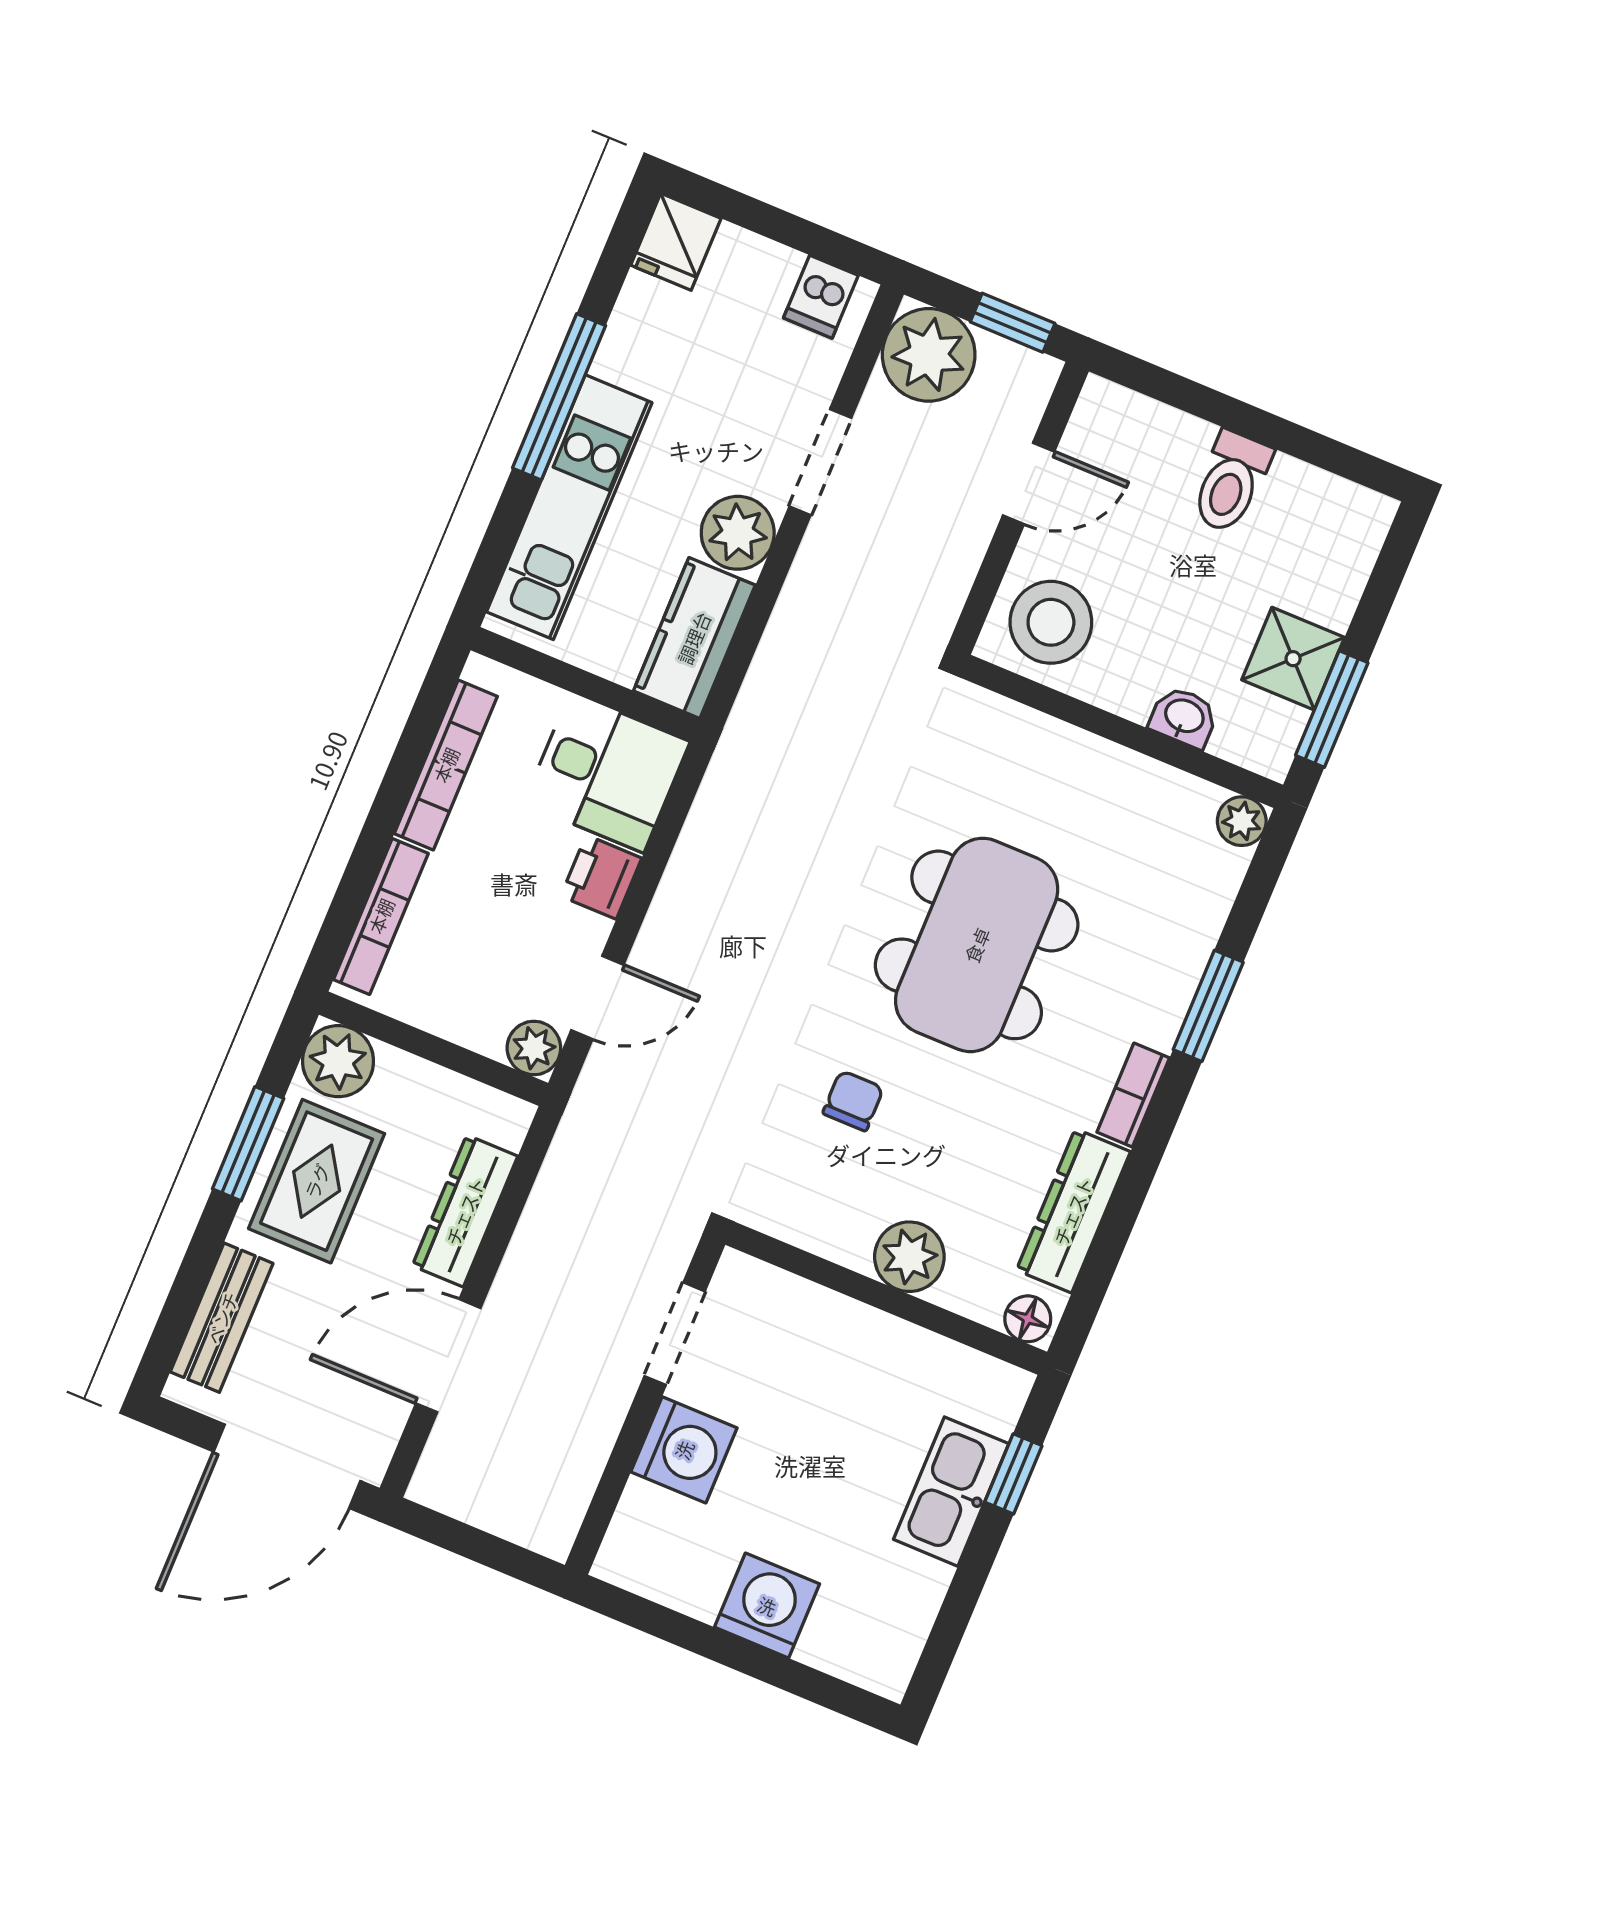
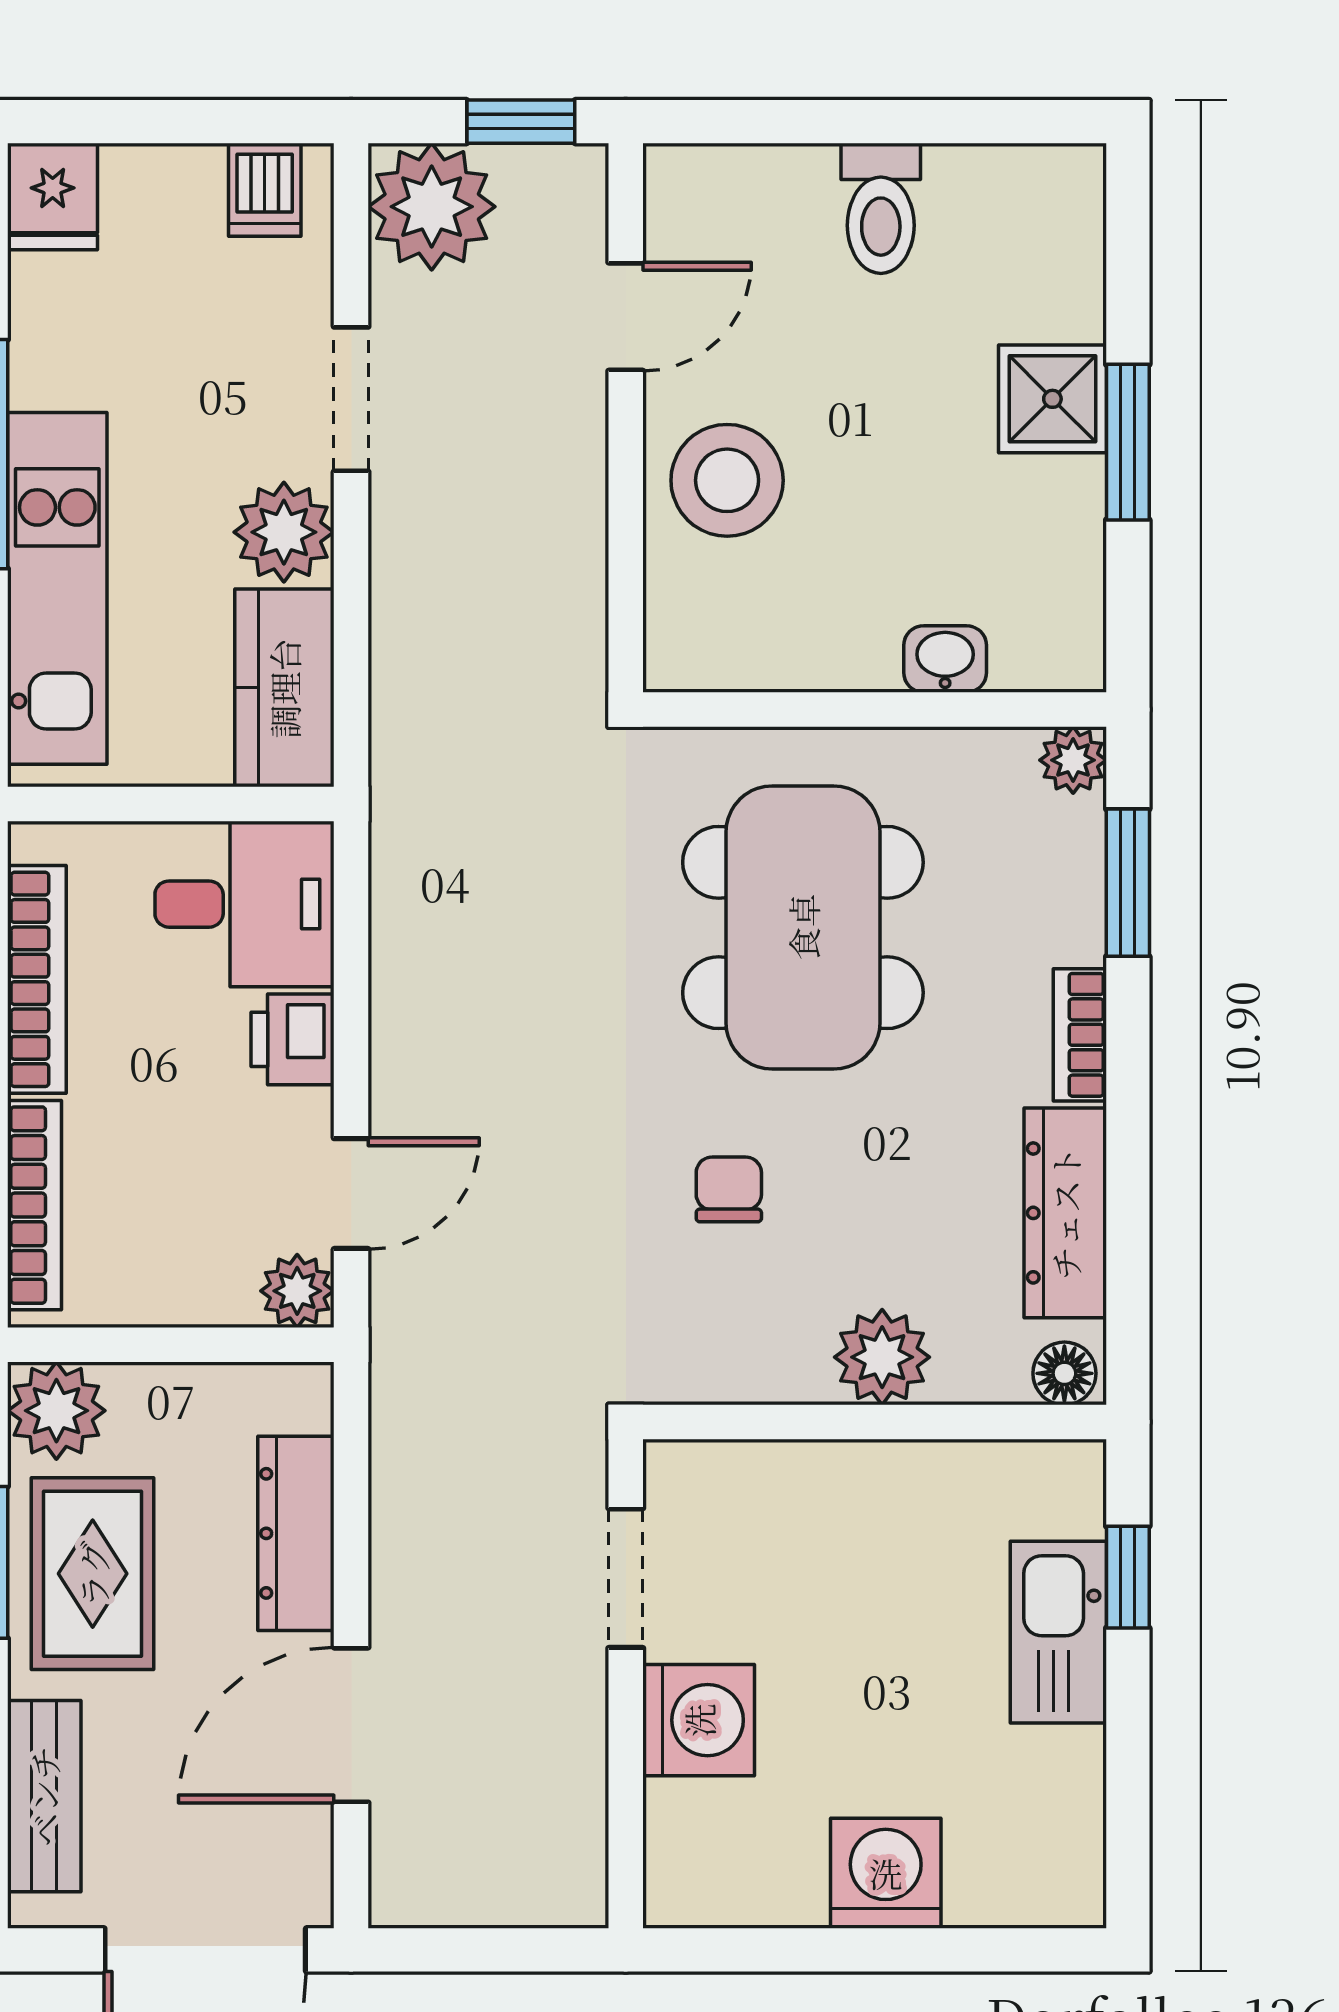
washbasin: (1184, 717) -> (945, 659), moved
wall: (1122, 731) -> (875, 710), moved
plant: (1242, 821) -> (1073, 760), moved

